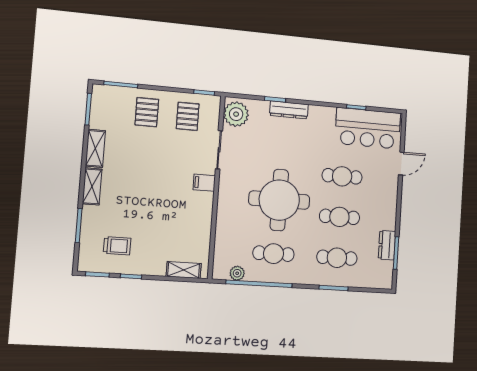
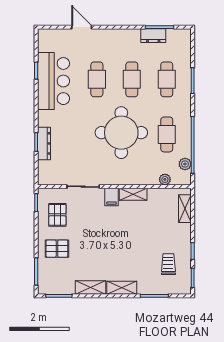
dresser: (289, 110) -> (44, 143), moved
plant: (236, 114) -> (165, 179), moved, width x0.53, depth x0.53
pallet: (188, 116) -> (57, 215), turned 90
bar counter: (368, 128) -> (53, 81), moved
shelving: (206, 209) -> (133, 194), added

